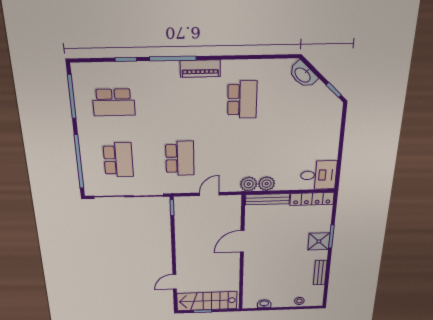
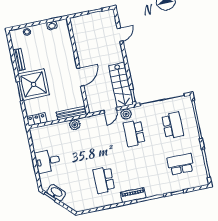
washbasin: (303, 75) -> (56, 193), moved
school desk: (118, 160) -> (173, 125), turned 180
desk: (318, 175) -> (48, 161), moved
plant: (249, 184) -> (126, 114), moved
locker: (312, 199) -> (37, 119), width x0.66
shower: (319, 241) -> (34, 84), width x1.86, depth x1.86
stairs: (207, 301) -> (121, 85), moved, turned 90

